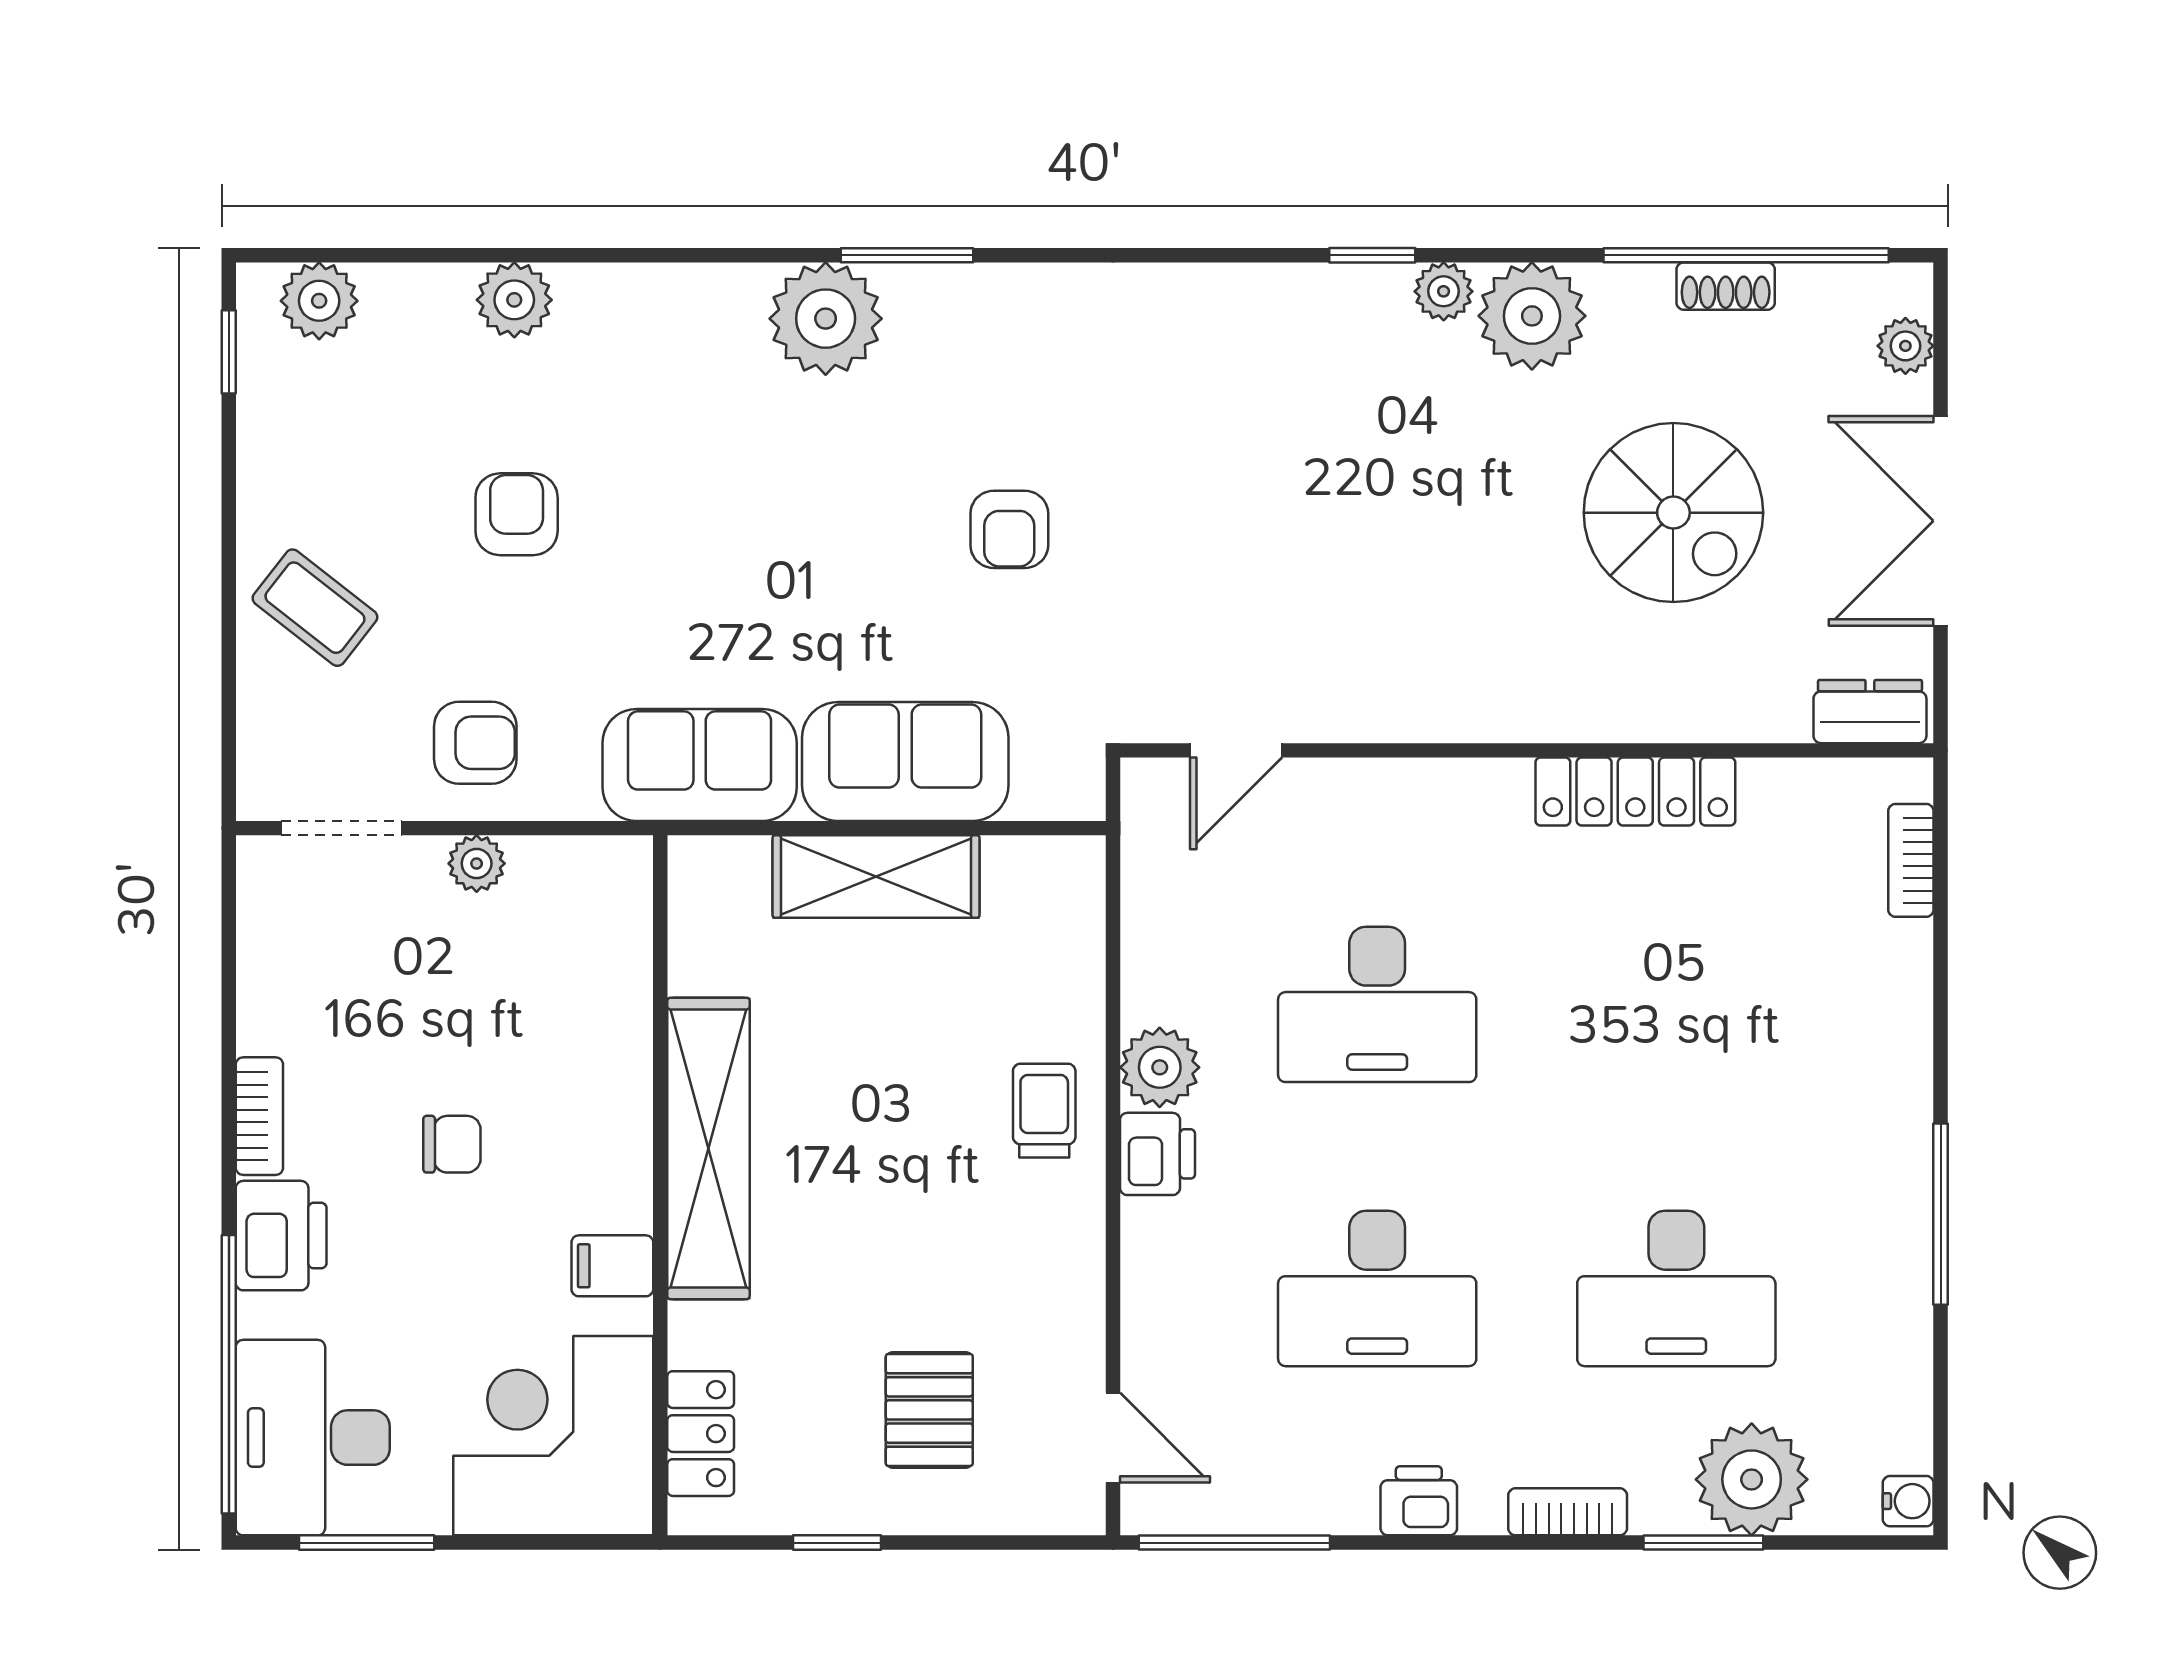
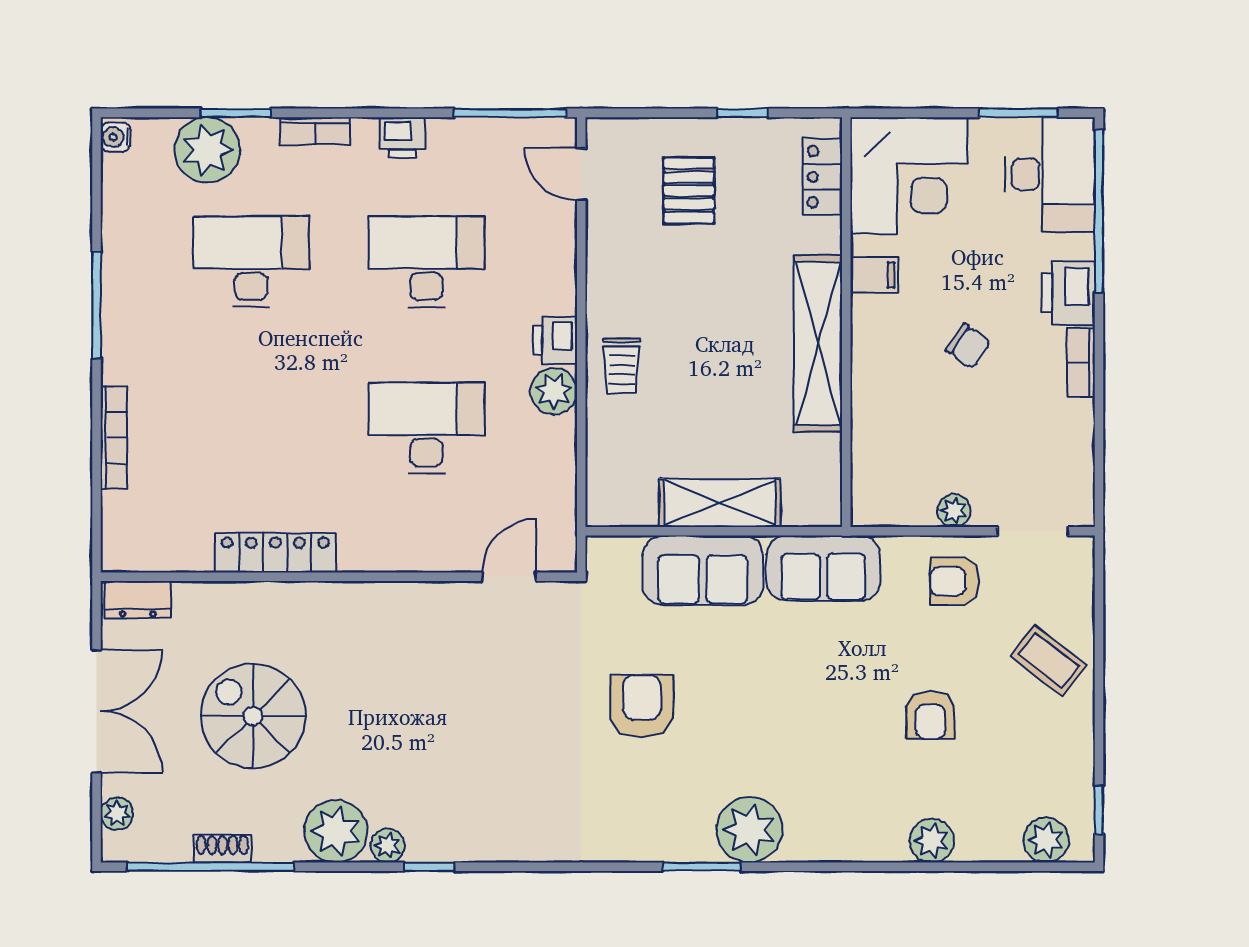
armchair: (1009, 529) -> (642, 706), width x1.38, depth x1.38
bookcase: (1911, 860) -> (114, 438), moved, width x1.56
chair: (452, 1144) -> (968, 346), turned -145

